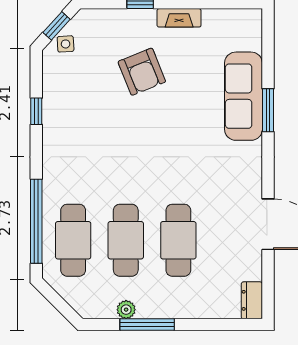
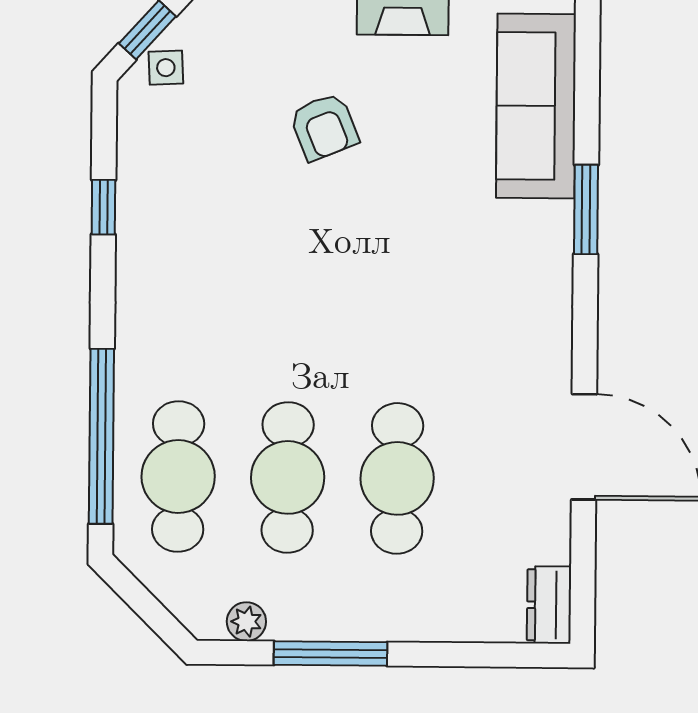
armchair: (142, 72) -> (324, 127), width x0.72, depth x0.72
sofa: (243, 96) -> (536, 106), moved
plant: (126, 310) -> (246, 622), moved

